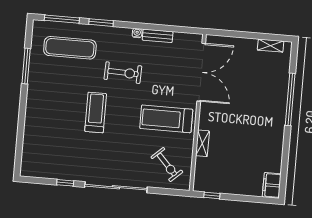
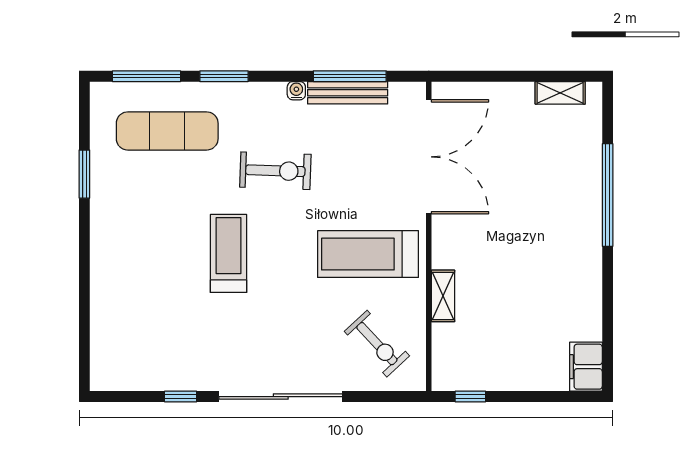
window: (165, 28) -> (350, 76), added
bench: (158, 36) -> (348, 93), width x1.36
window: (26, 66) -> (84, 174), width x0.69

